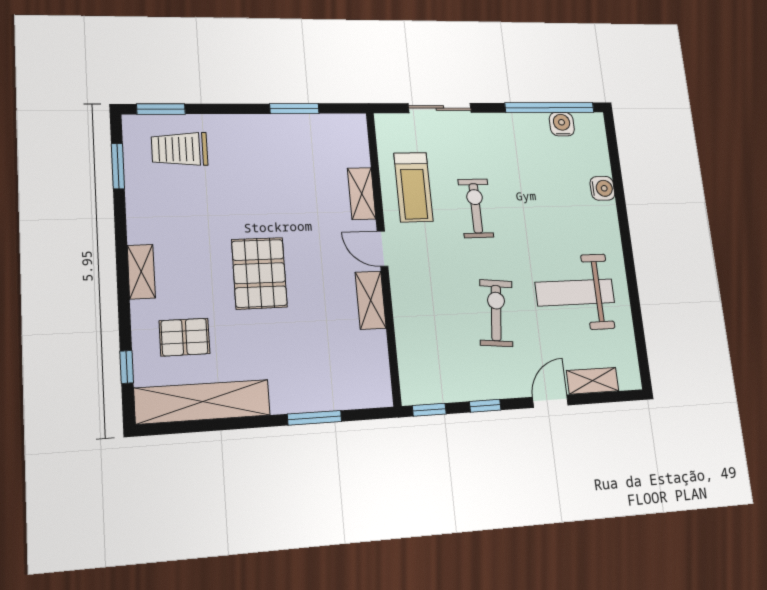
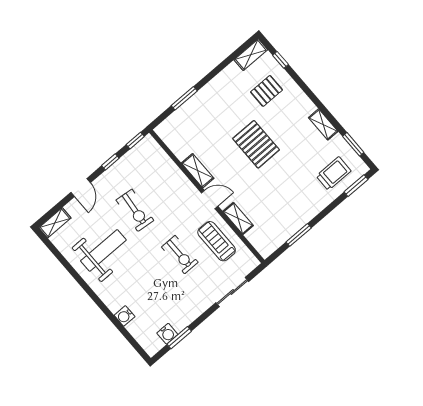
window: (550, 108) -> (179, 338), width x0.47
shelving: (141, 272) -> (323, 124), moved
shelving: (593, 381) -> (55, 223), moved
shelving: (202, 402) -> (251, 55), width x0.45, depth x0.75

